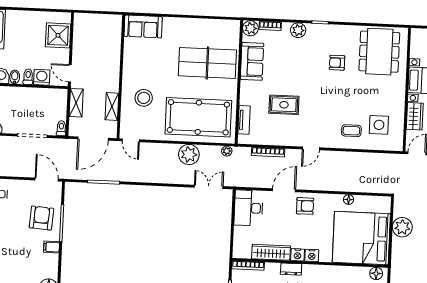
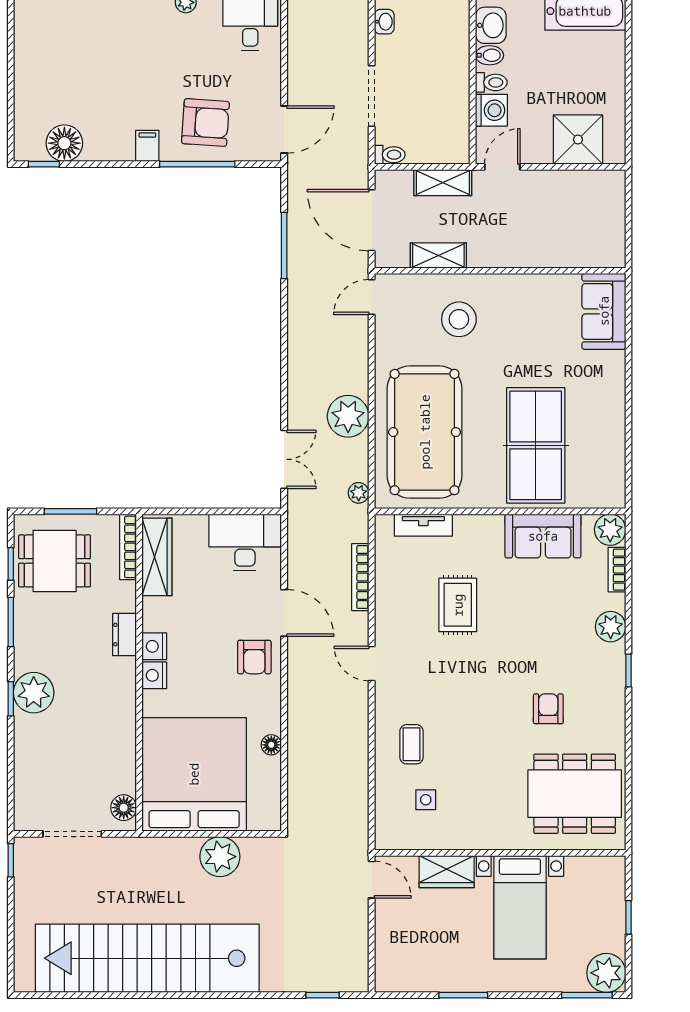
side table: (379, 125) -> (426, 800), width x0.54, depth x0.54
wardrobe: (271, 252) -> (157, 557), moved

